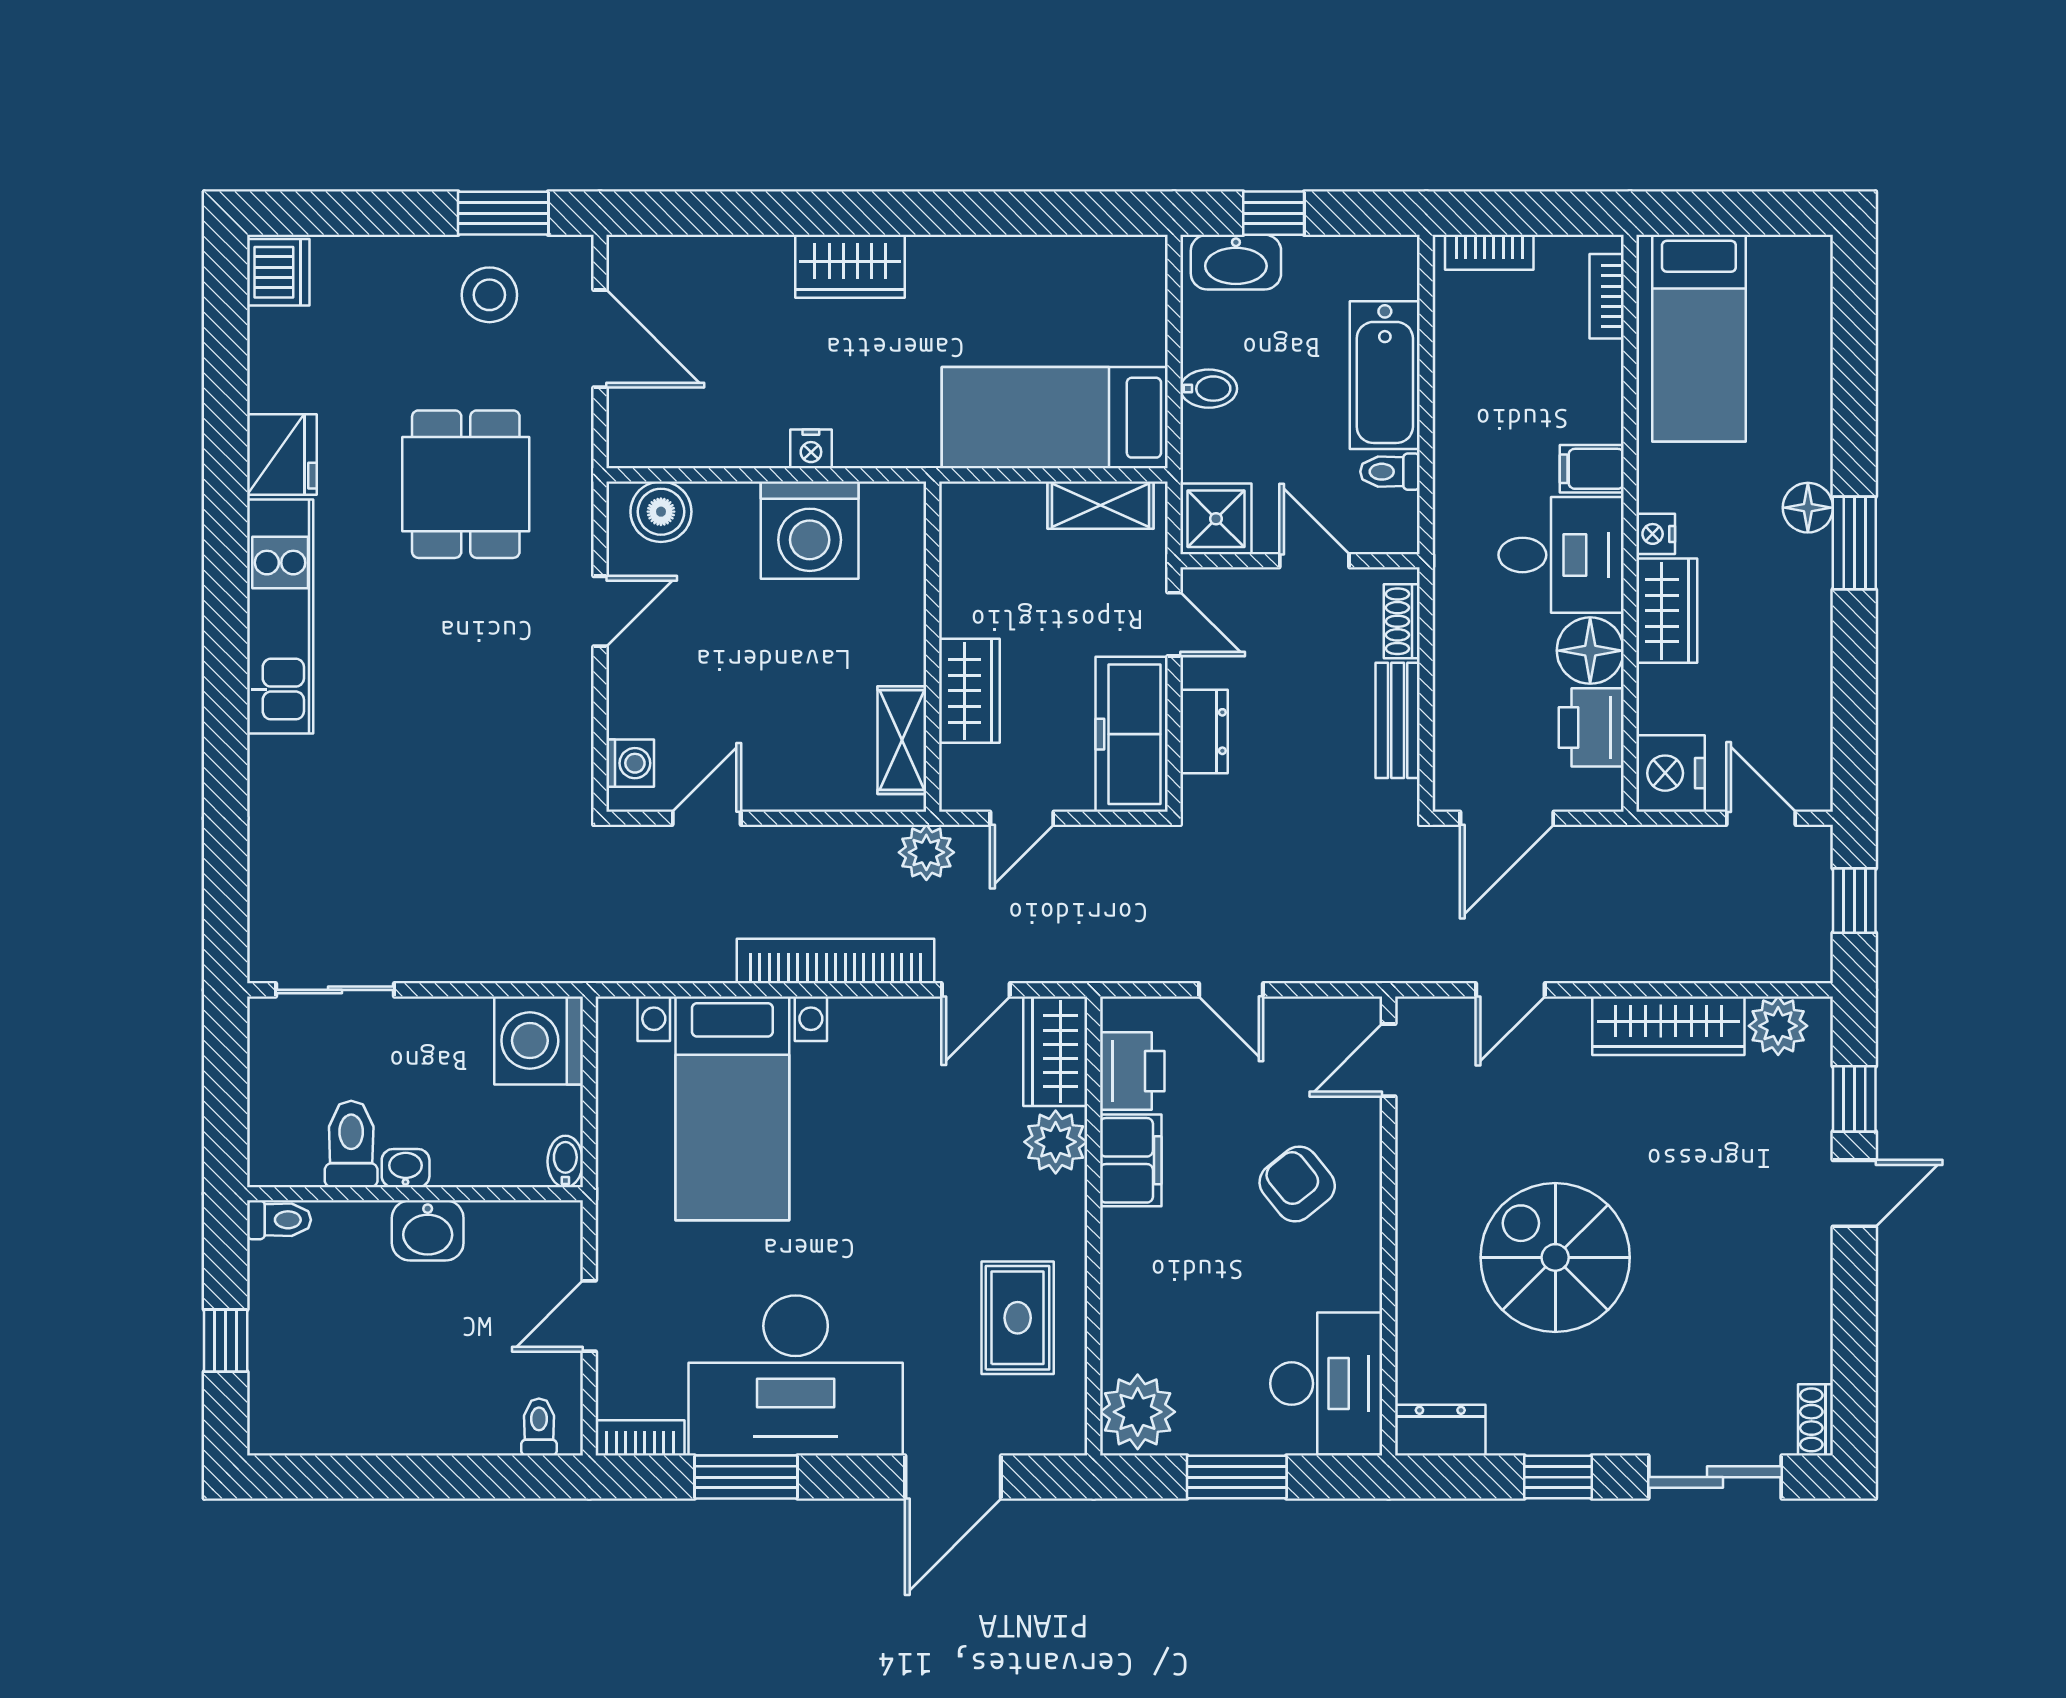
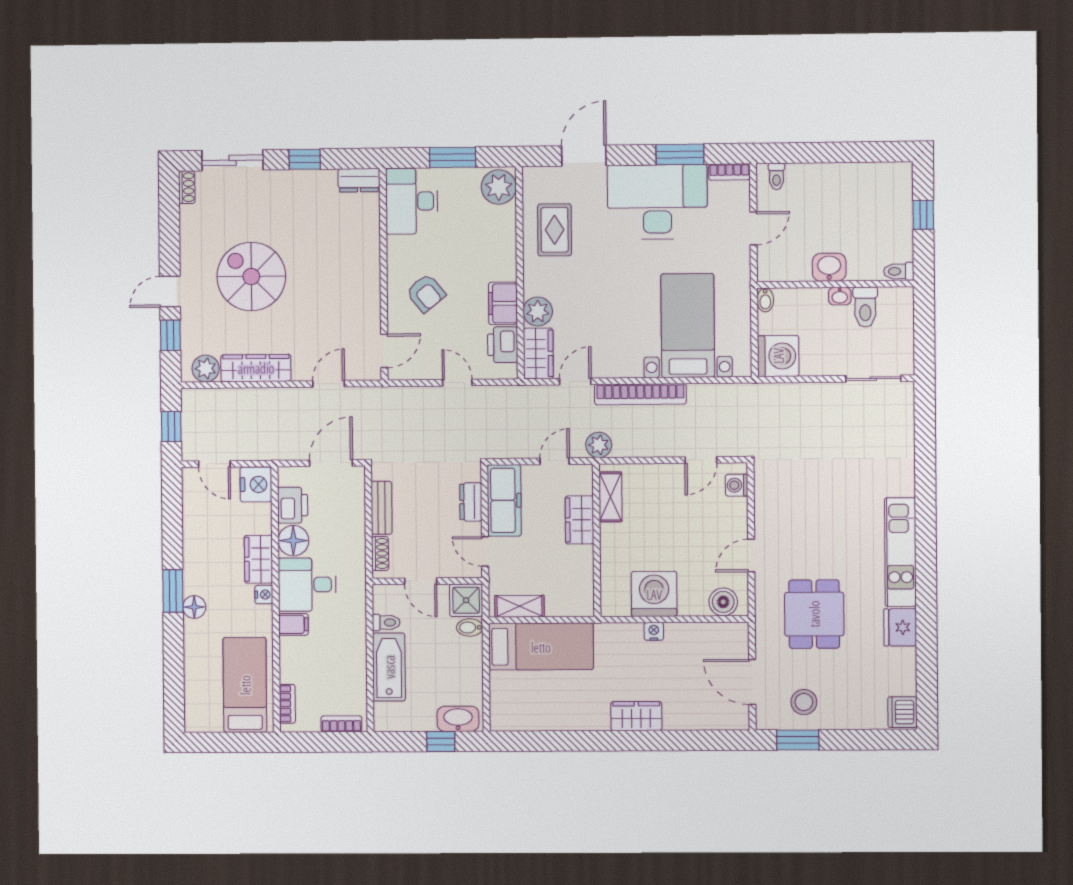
bidet: (1209, 389) -> (470, 627), moved
spiral stairs: (1555, 1257) -> (251, 277), moved, turned 180

